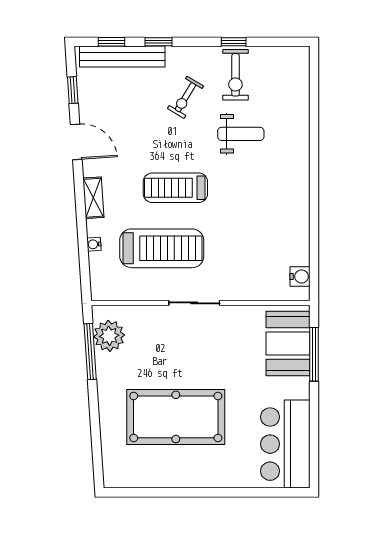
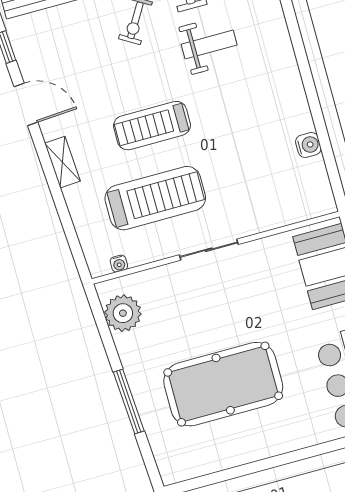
water cooler: (94, 244) -> (119, 264), moved, turned -86
water cooler: (300, 276) -> (308, 145), moved
window: (90, 352) -> (129, 401), moved

